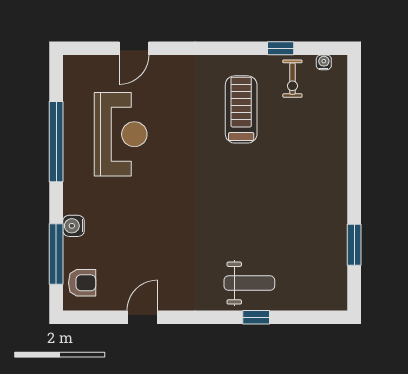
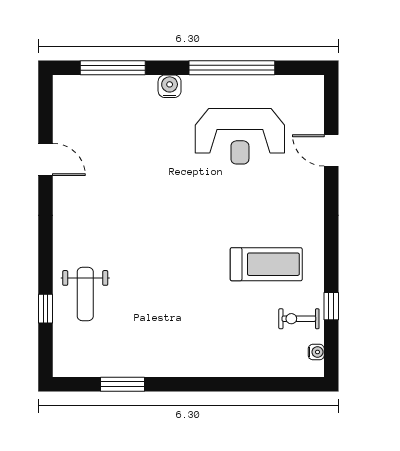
water cooler: (74, 226) -> (170, 86), moved
armchair: (82, 283) -> (82, 95), removed
weight bench: (249, 283) -> (85, 294), moved
window: (256, 317) -> (46, 309), moved

